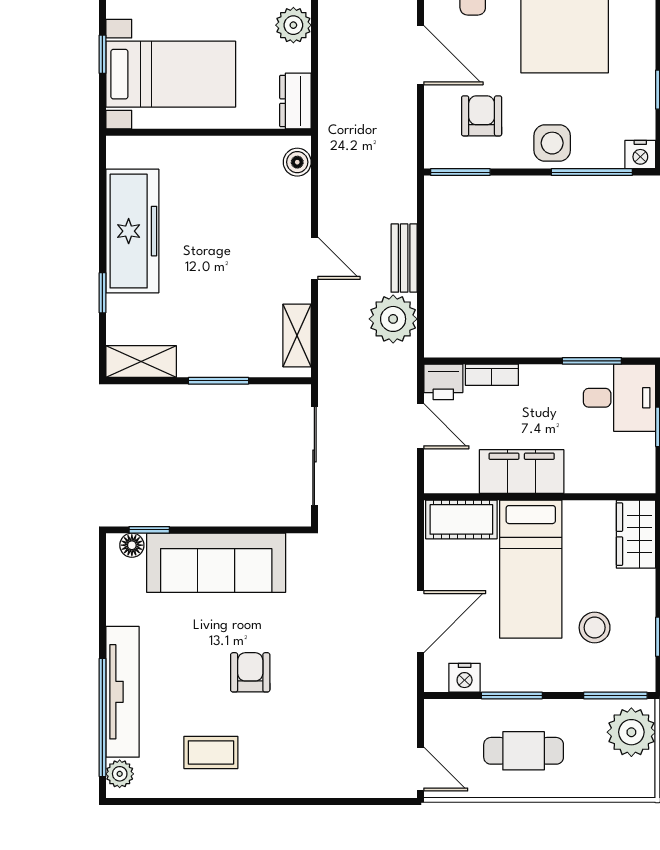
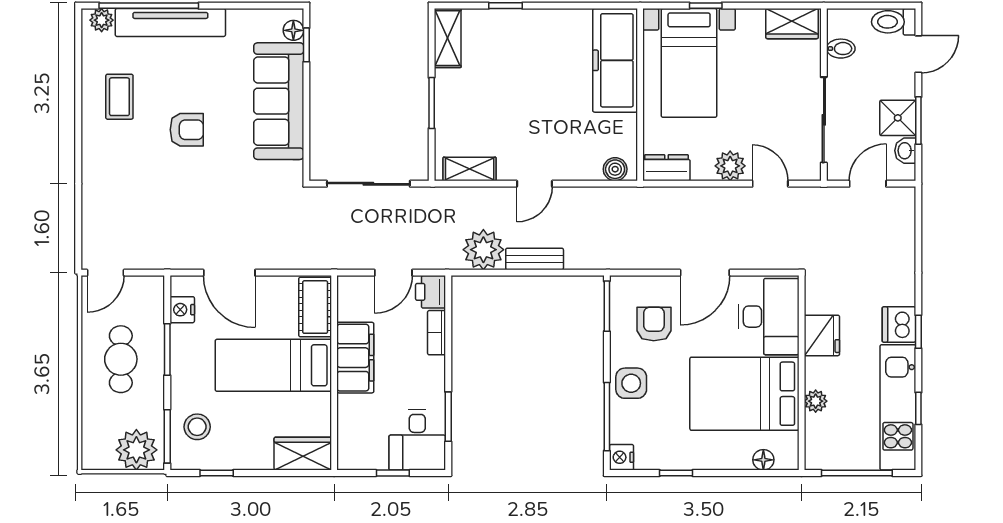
armchair: (482, 116) -> (654, 324), turned -90
freezer: (132, 231) -> (615, 60), moved, turned 90
stool: (595, 628) -> (197, 427), moved

